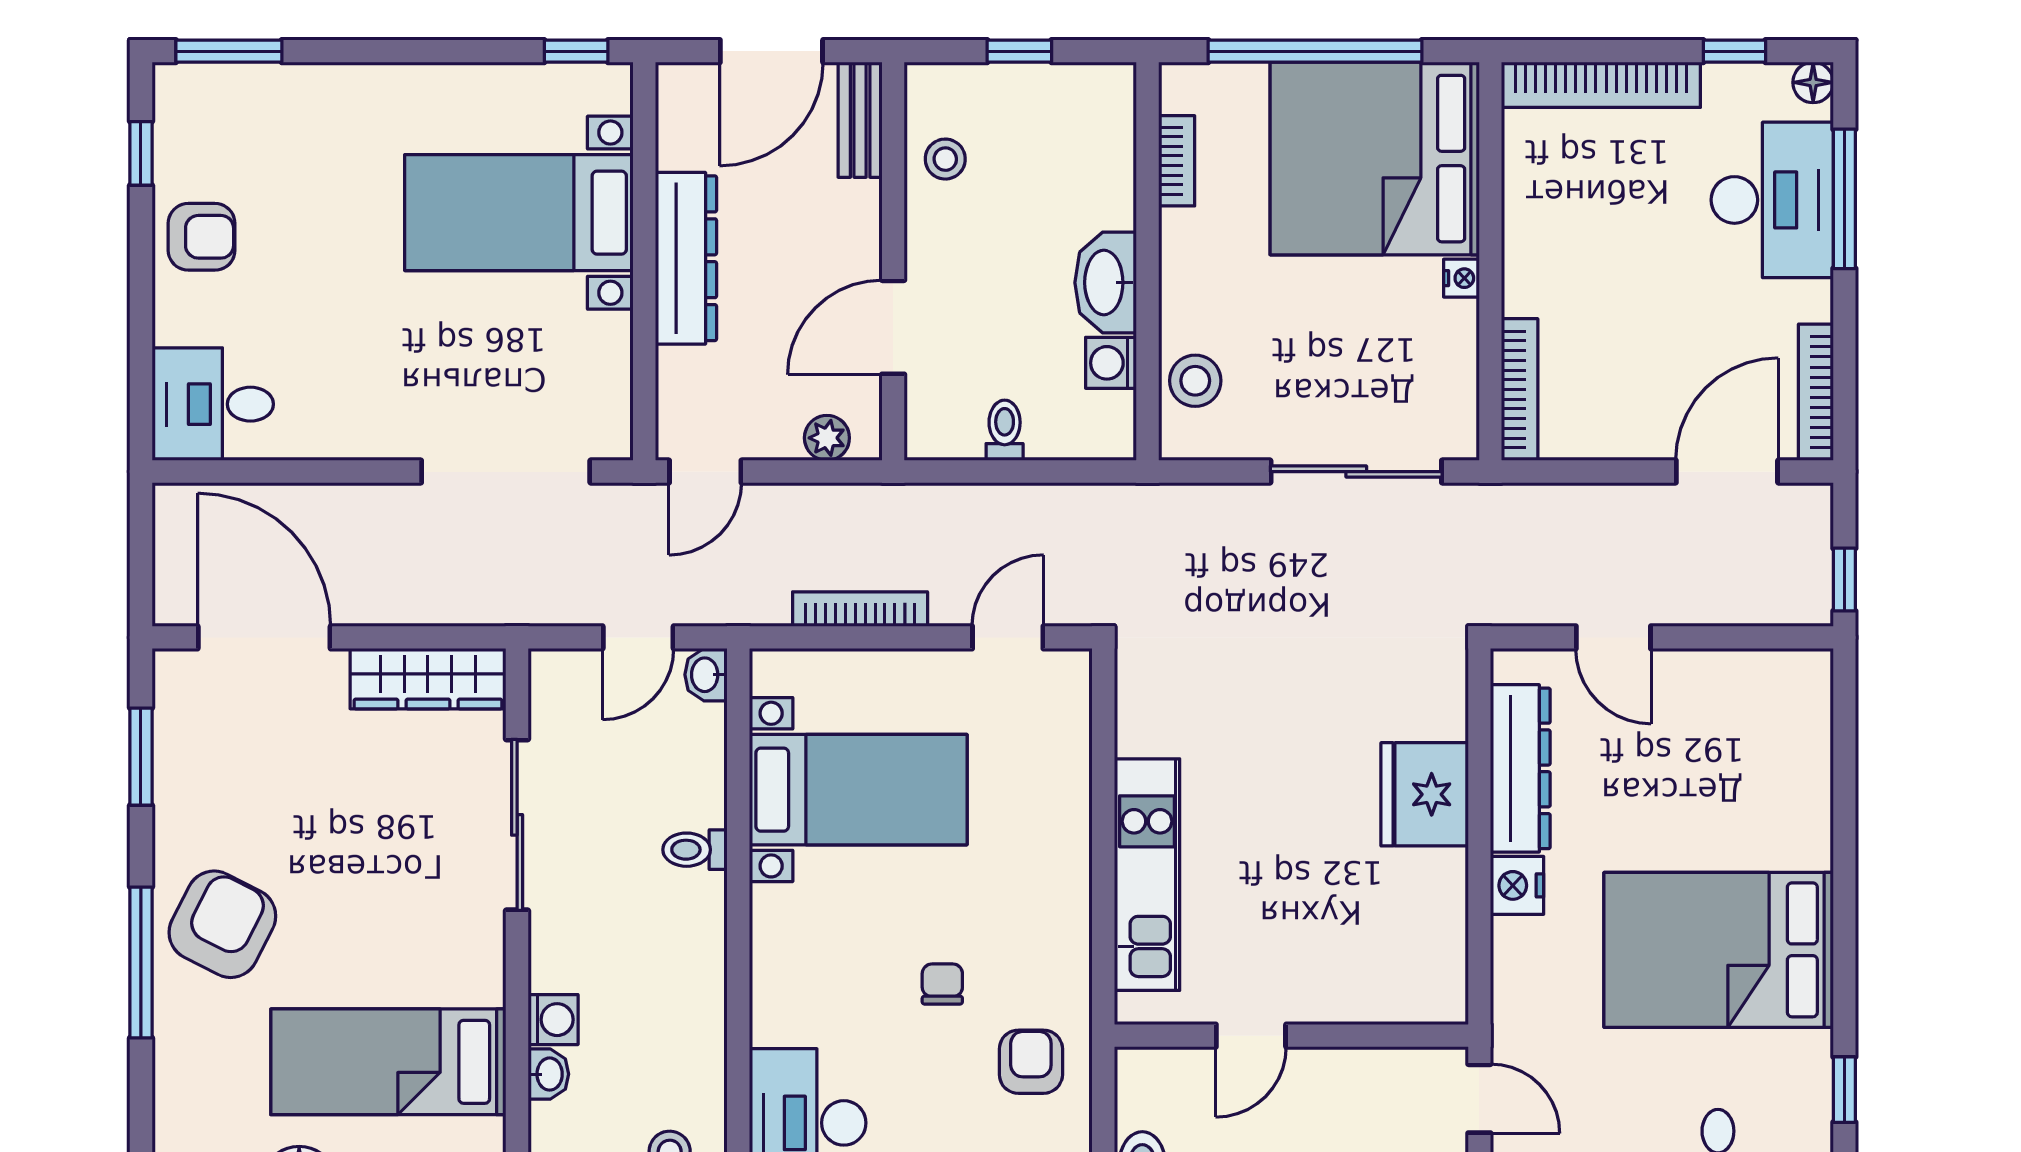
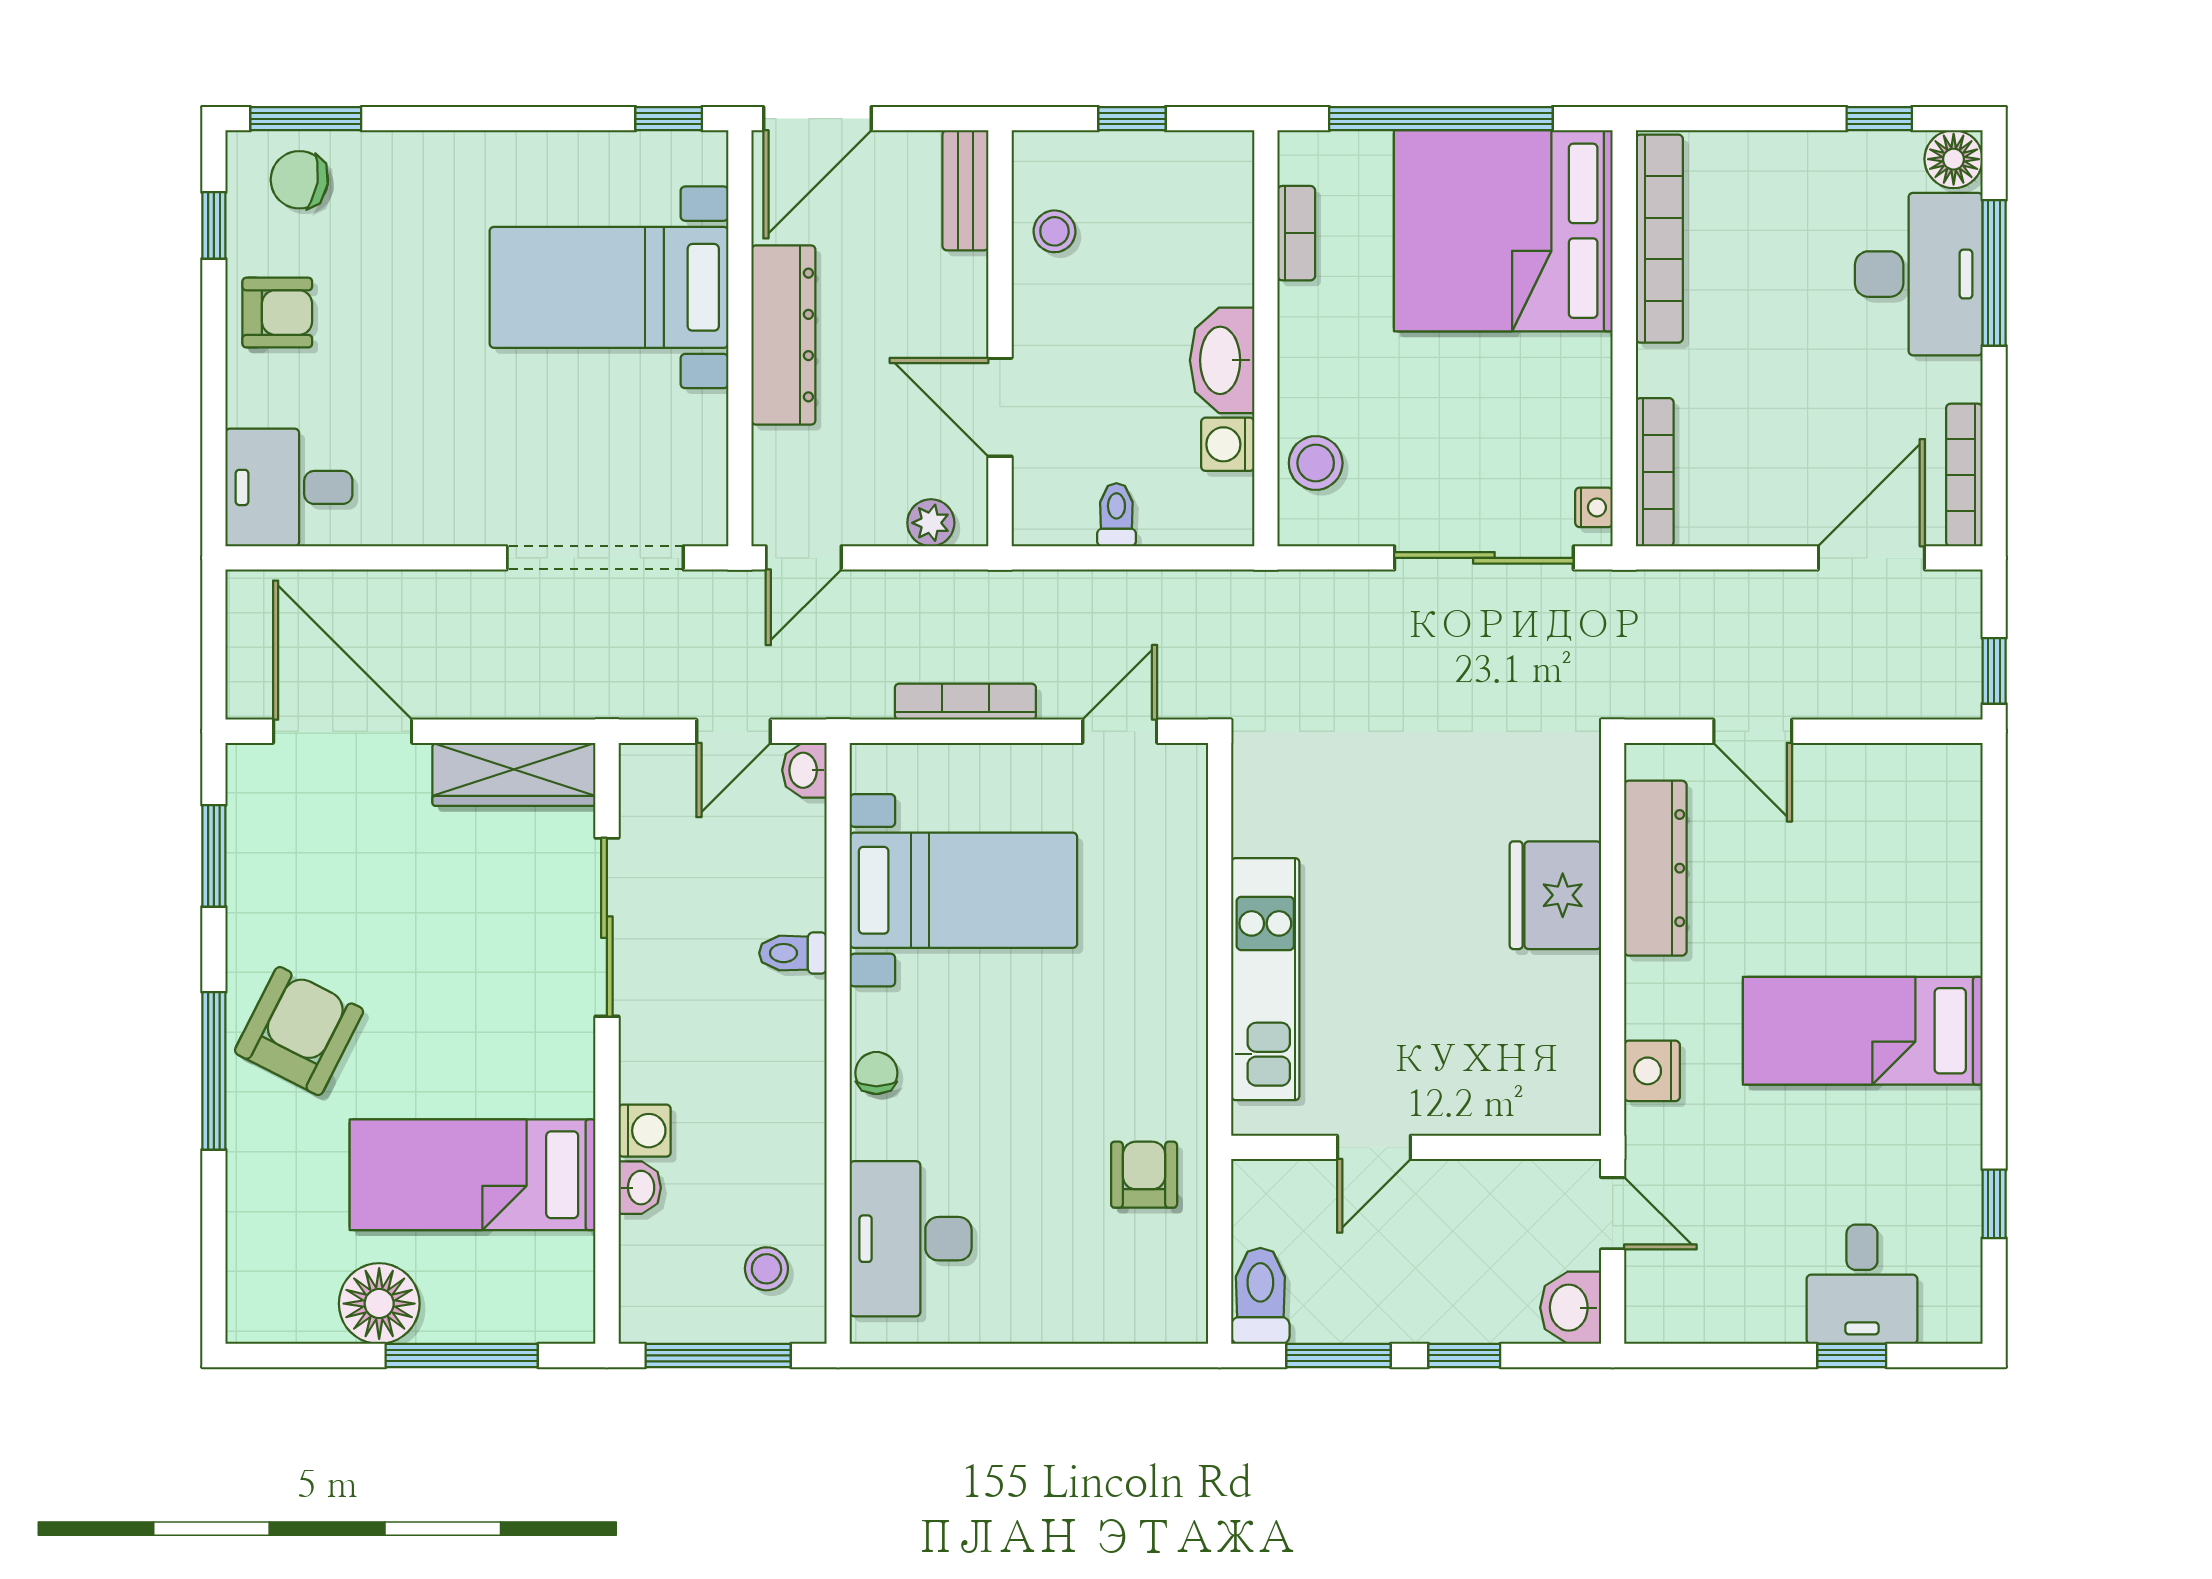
door: (771, 51) -> (817, 119), moved
floor lamp: (1813, 82) -> (1954, 159), width x1.37, depth x1.37
bookcase: (1601, 85) -> (1659, 239), moved, turned -90
chair: (223, 110) -> (299, 180), added
nightstand: (1461, 278) -> (1594, 507), moved
door: (893, 327) -> (1000, 407), hinge flipped
nightstand: (1517, 885) -> (1652, 1071), moved
bed: (1719, 950) -> (1863, 1031), width x0.67
chair: (942, 984) -> (876, 1073), moved

